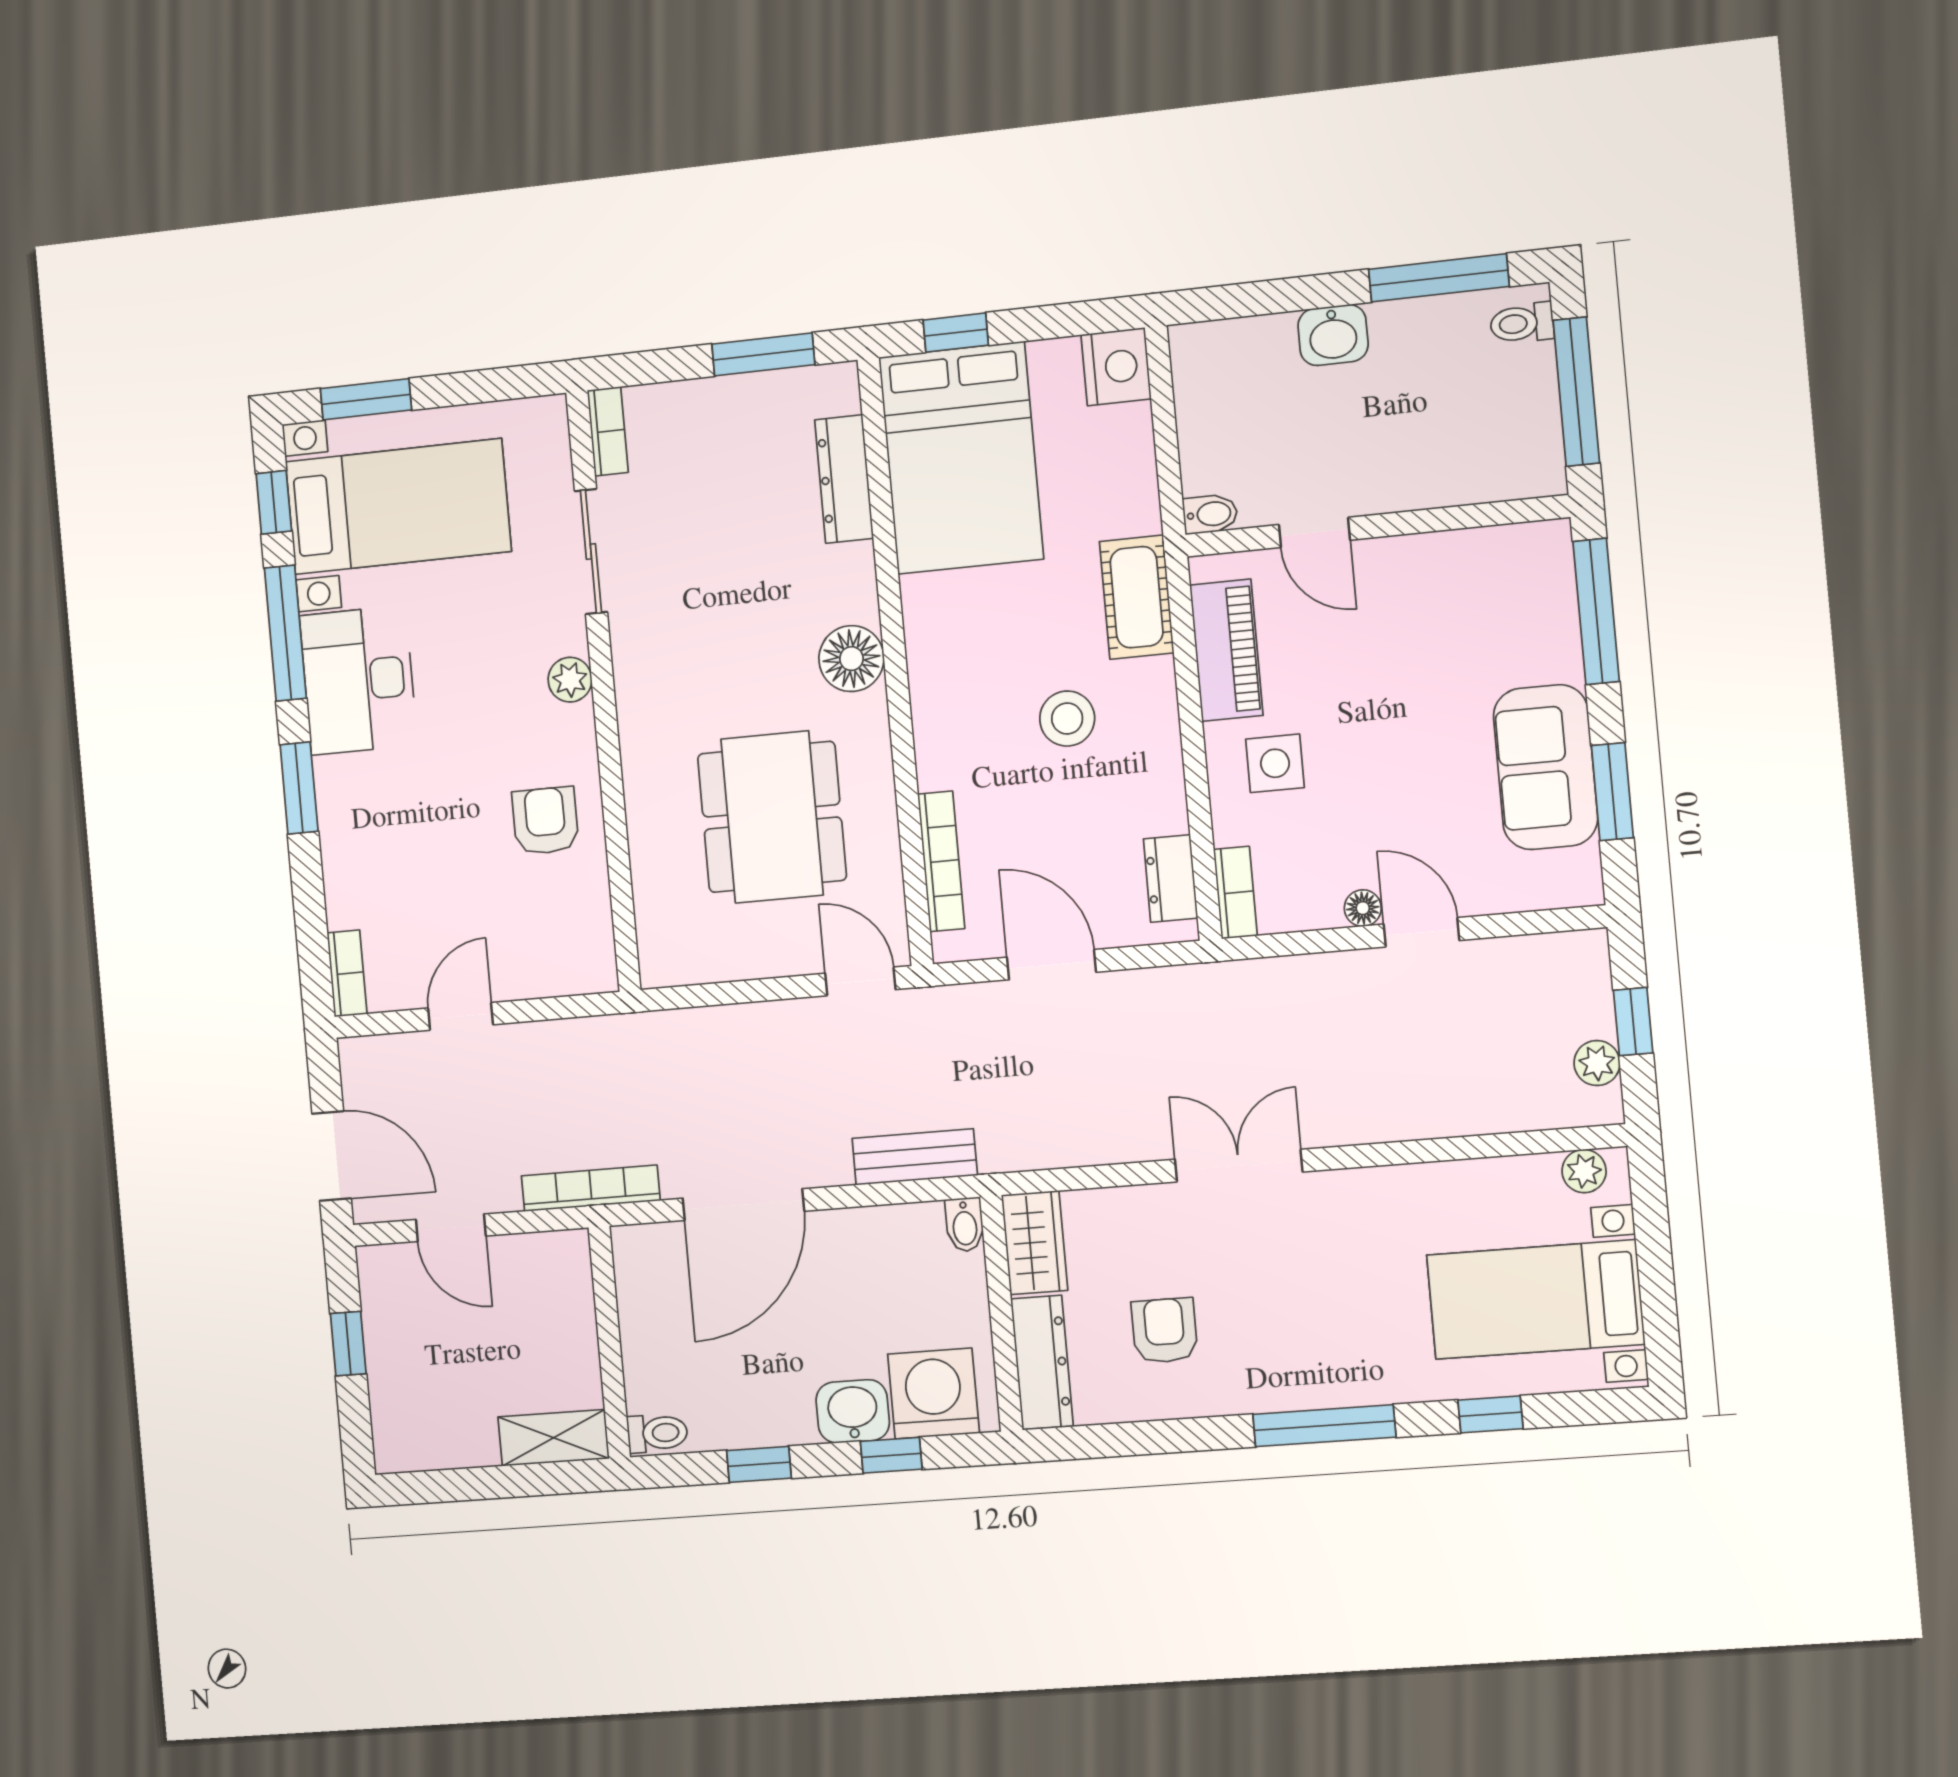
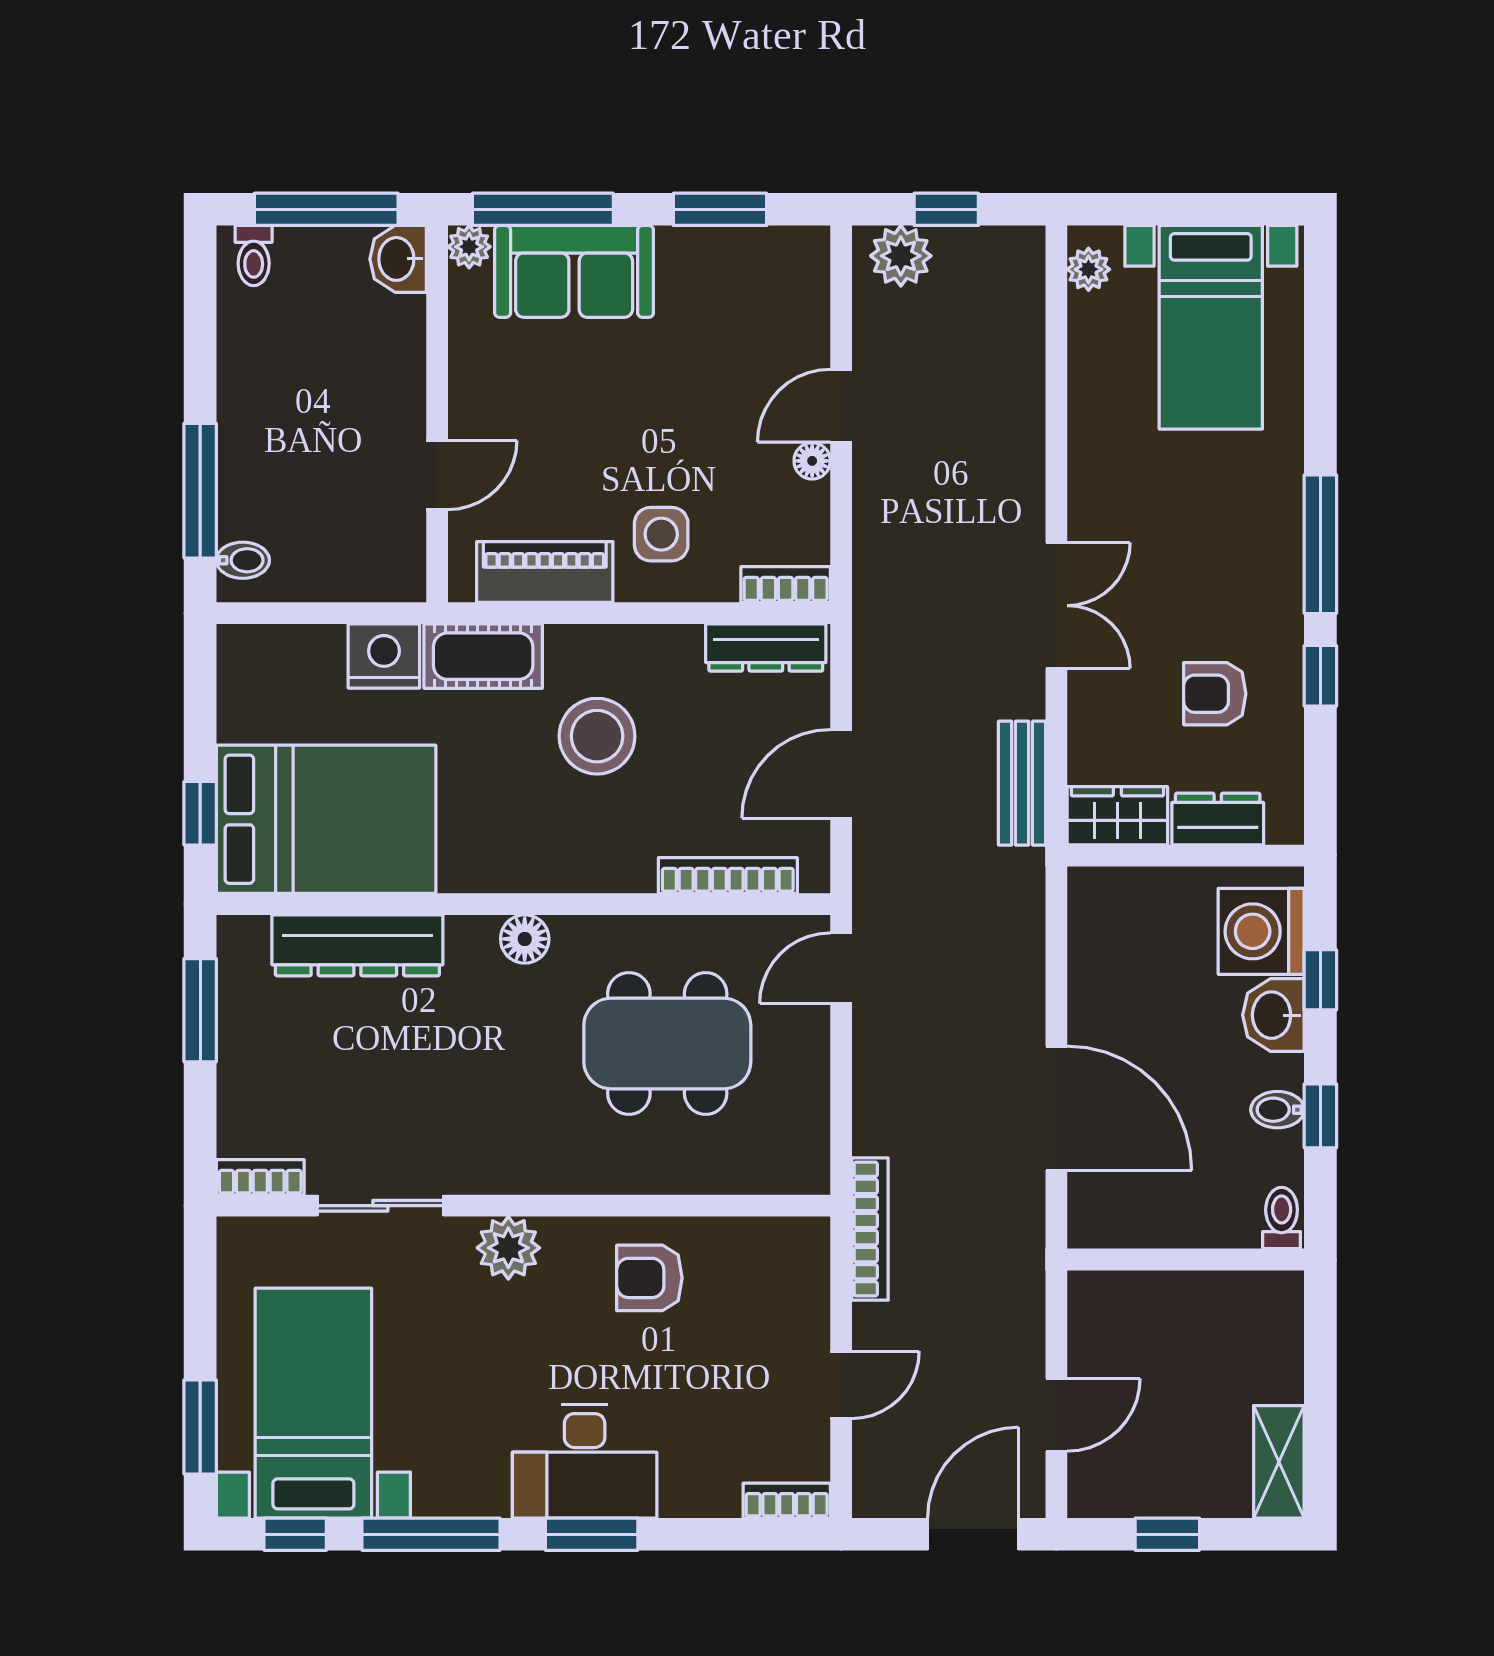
window: (1439, 278) -> (200, 491), moved
washbasin: (1333, 335) -> (398, 259), moved, turned 180
nightstand: (1116, 367) -> (384, 656), moved
dresser: (844, 479) -> (357, 945), width x1.37, depth x1.24
bidet: (1210, 514) -> (243, 560), moved, turned 90
plant: (1551, 541) -> (469, 247), added
floor lamp: (851, 659) -> (525, 939), width x0.73, depth x0.73
desk: (358, 680) -> (585, 1461), moved
plant: (570, 680) -> (508, 1248), width x1.38, depth x1.38
stool: (1067, 719) -> (597, 736), width x1.38, depth x1.38
sofa: (1546, 767) -> (574, 271), moved
dresser: (1170, 879) -> (766, 648), width x1.44
door: (460, 1016) -> (841, 1385), swing flipped
plant: (1597, 1063) -> (901, 256), moved, width x1.38, depth x1.38
bench: (915, 1157) -> (1022, 783), moved
double door: (1239, 1166) -> (1056, 606), swing flipped
bookcase: (591, 1188) -> (870, 1229), moved, turned 180
bidet: (965, 1225) -> (1277, 1110), moved, turned 180
dresser: (1042, 1362) -> (1218, 819), width x0.70
window: (1490, 1414) -> (1320, 676), moved
shelving: (554, 1438) -> (1279, 1462), moved

